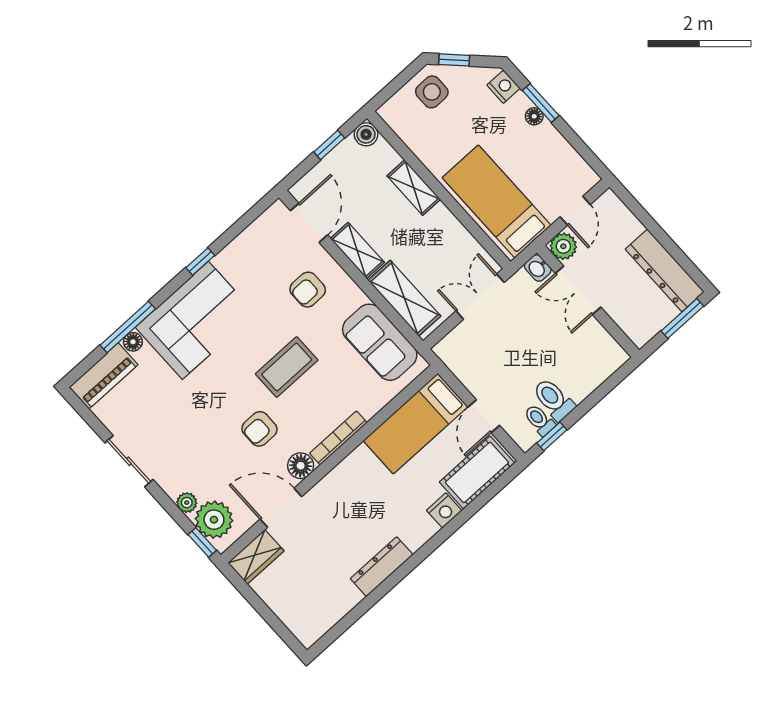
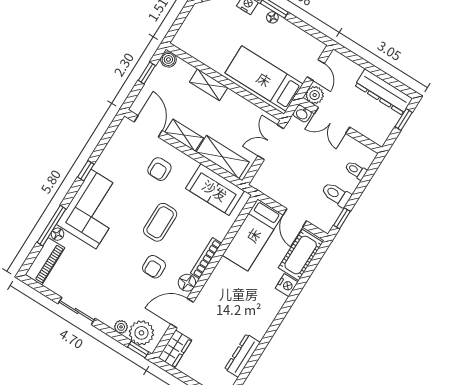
side table: (432, 92) -> (203, 20), removed
window: (682, 319) -> (404, 119), width x0.67
toilet: (539, 420) -> (356, 170), moved
dresser: (382, 567) -> (242, 356), moved

